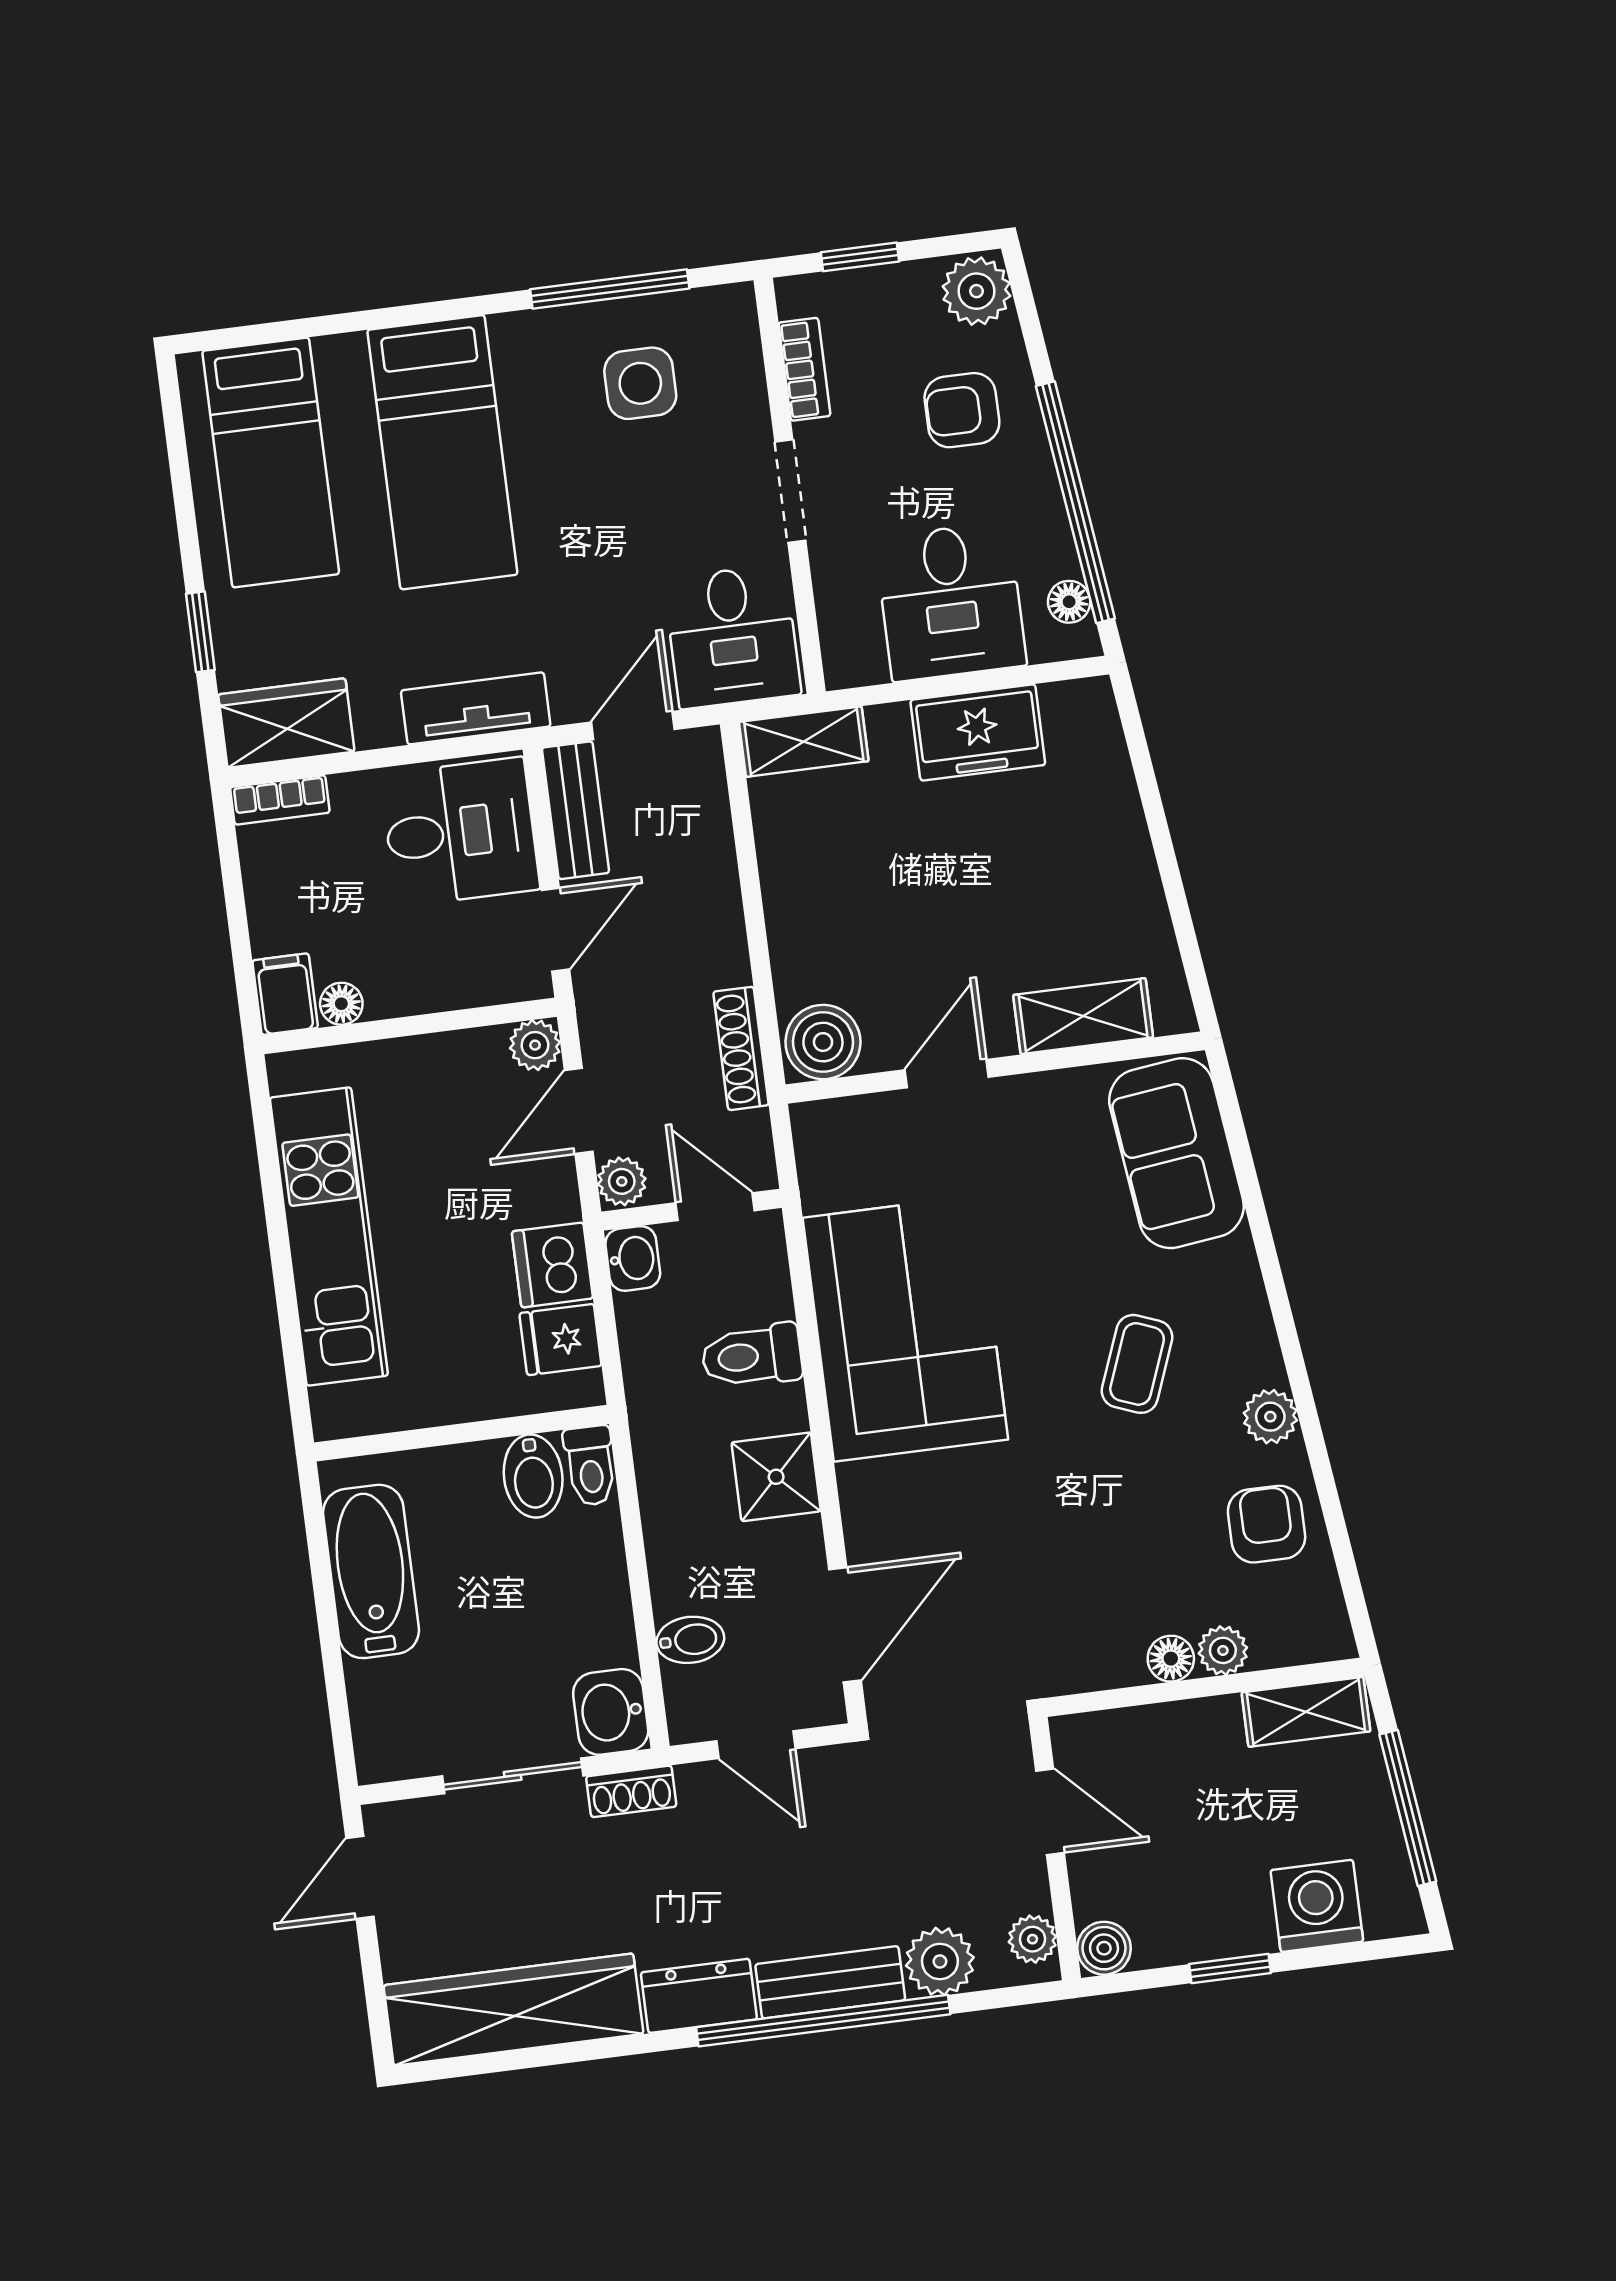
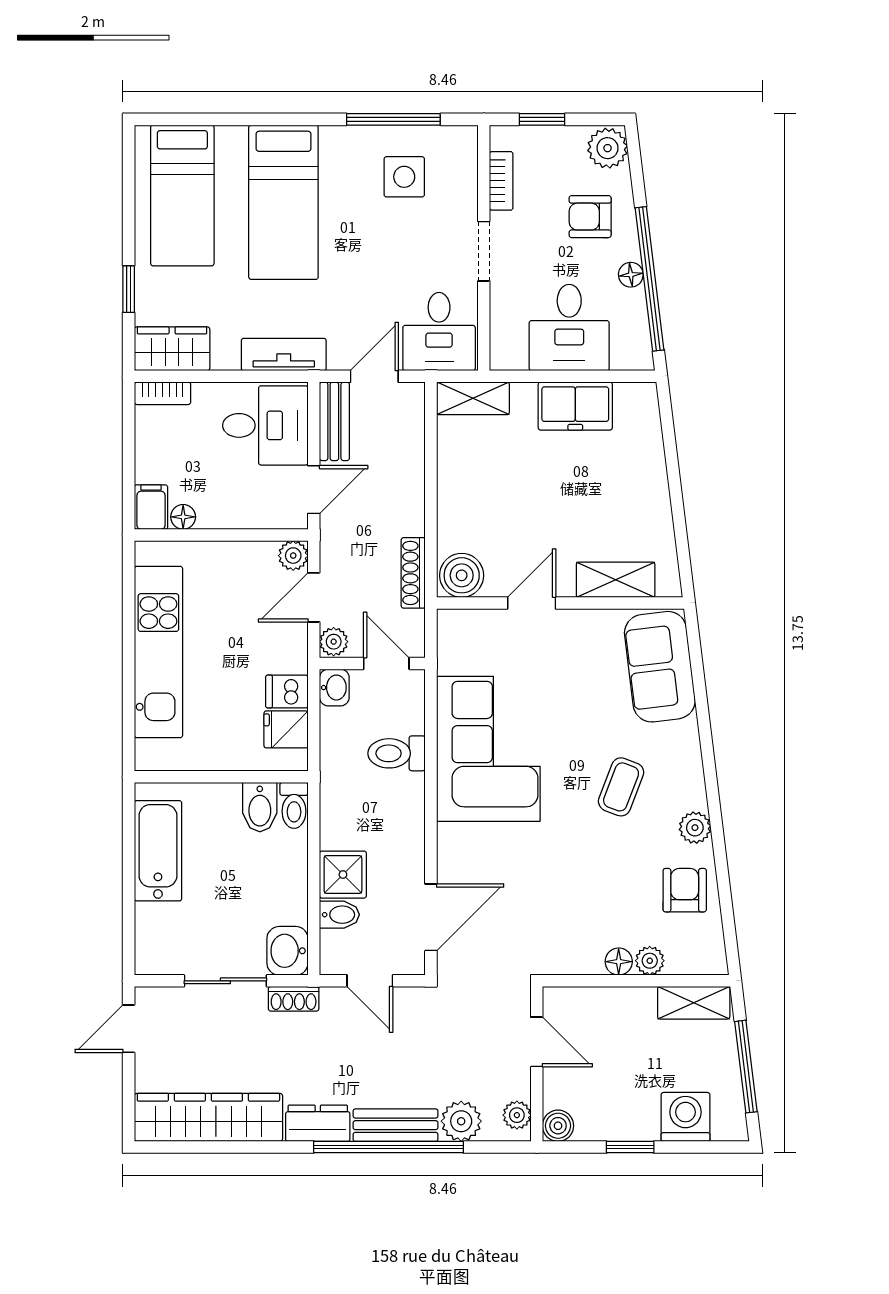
floor lamp: (1069, 602) -> (631, 275), moved
dishwasher: (552, 1265) -> (287, 691), width x0.73
shower: (776, 1477) -> (343, 875), moved

